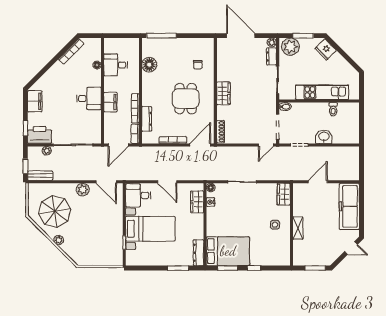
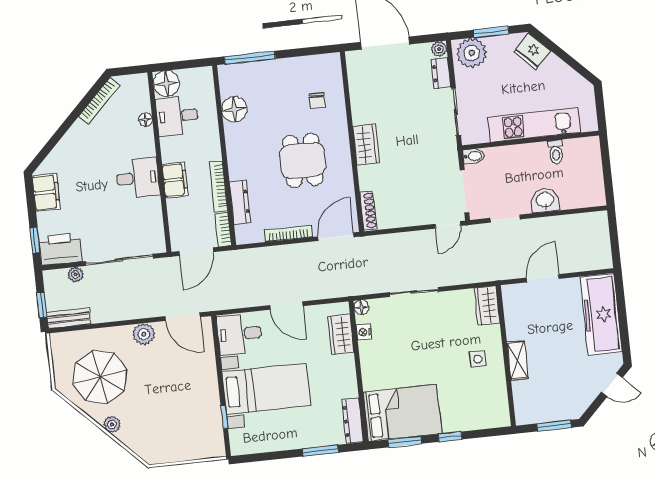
floor lamp: (111, 45) -> (166, 83), added

